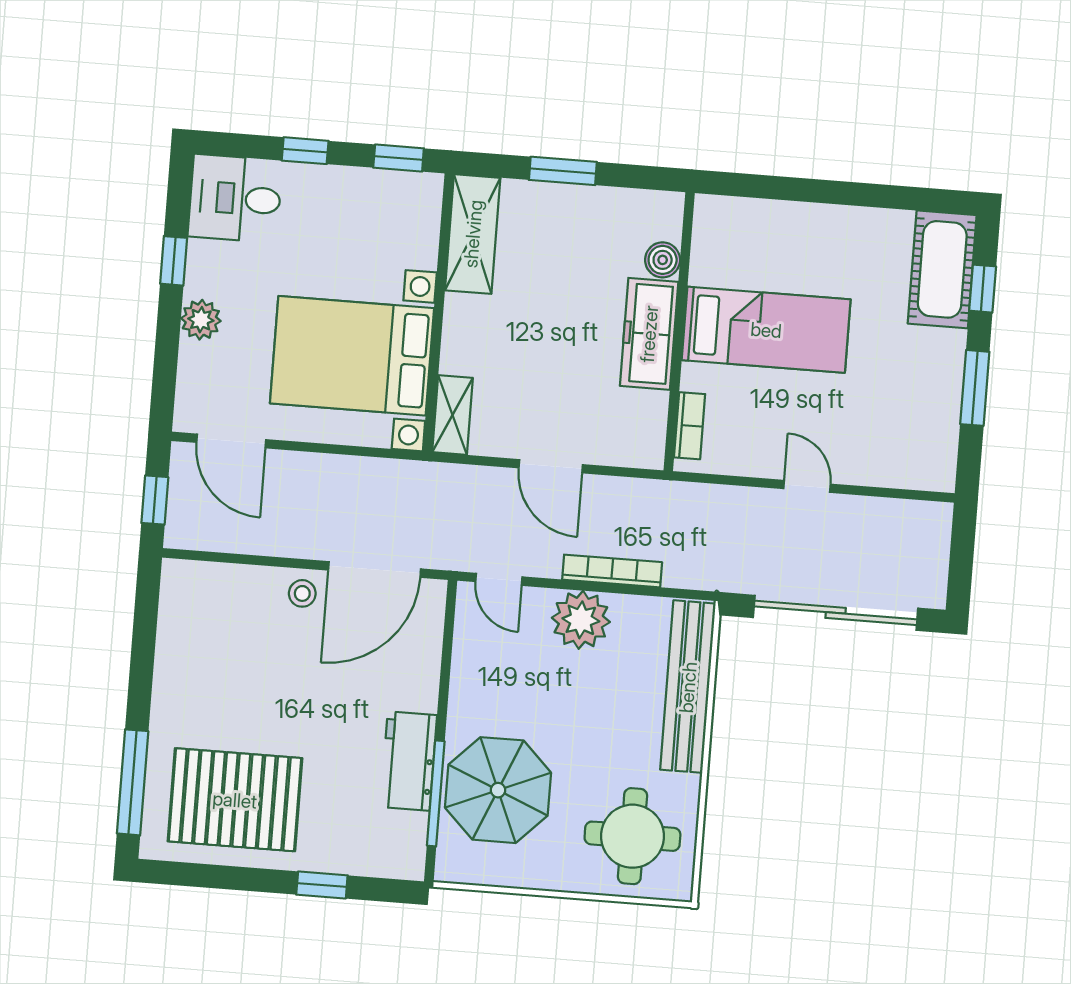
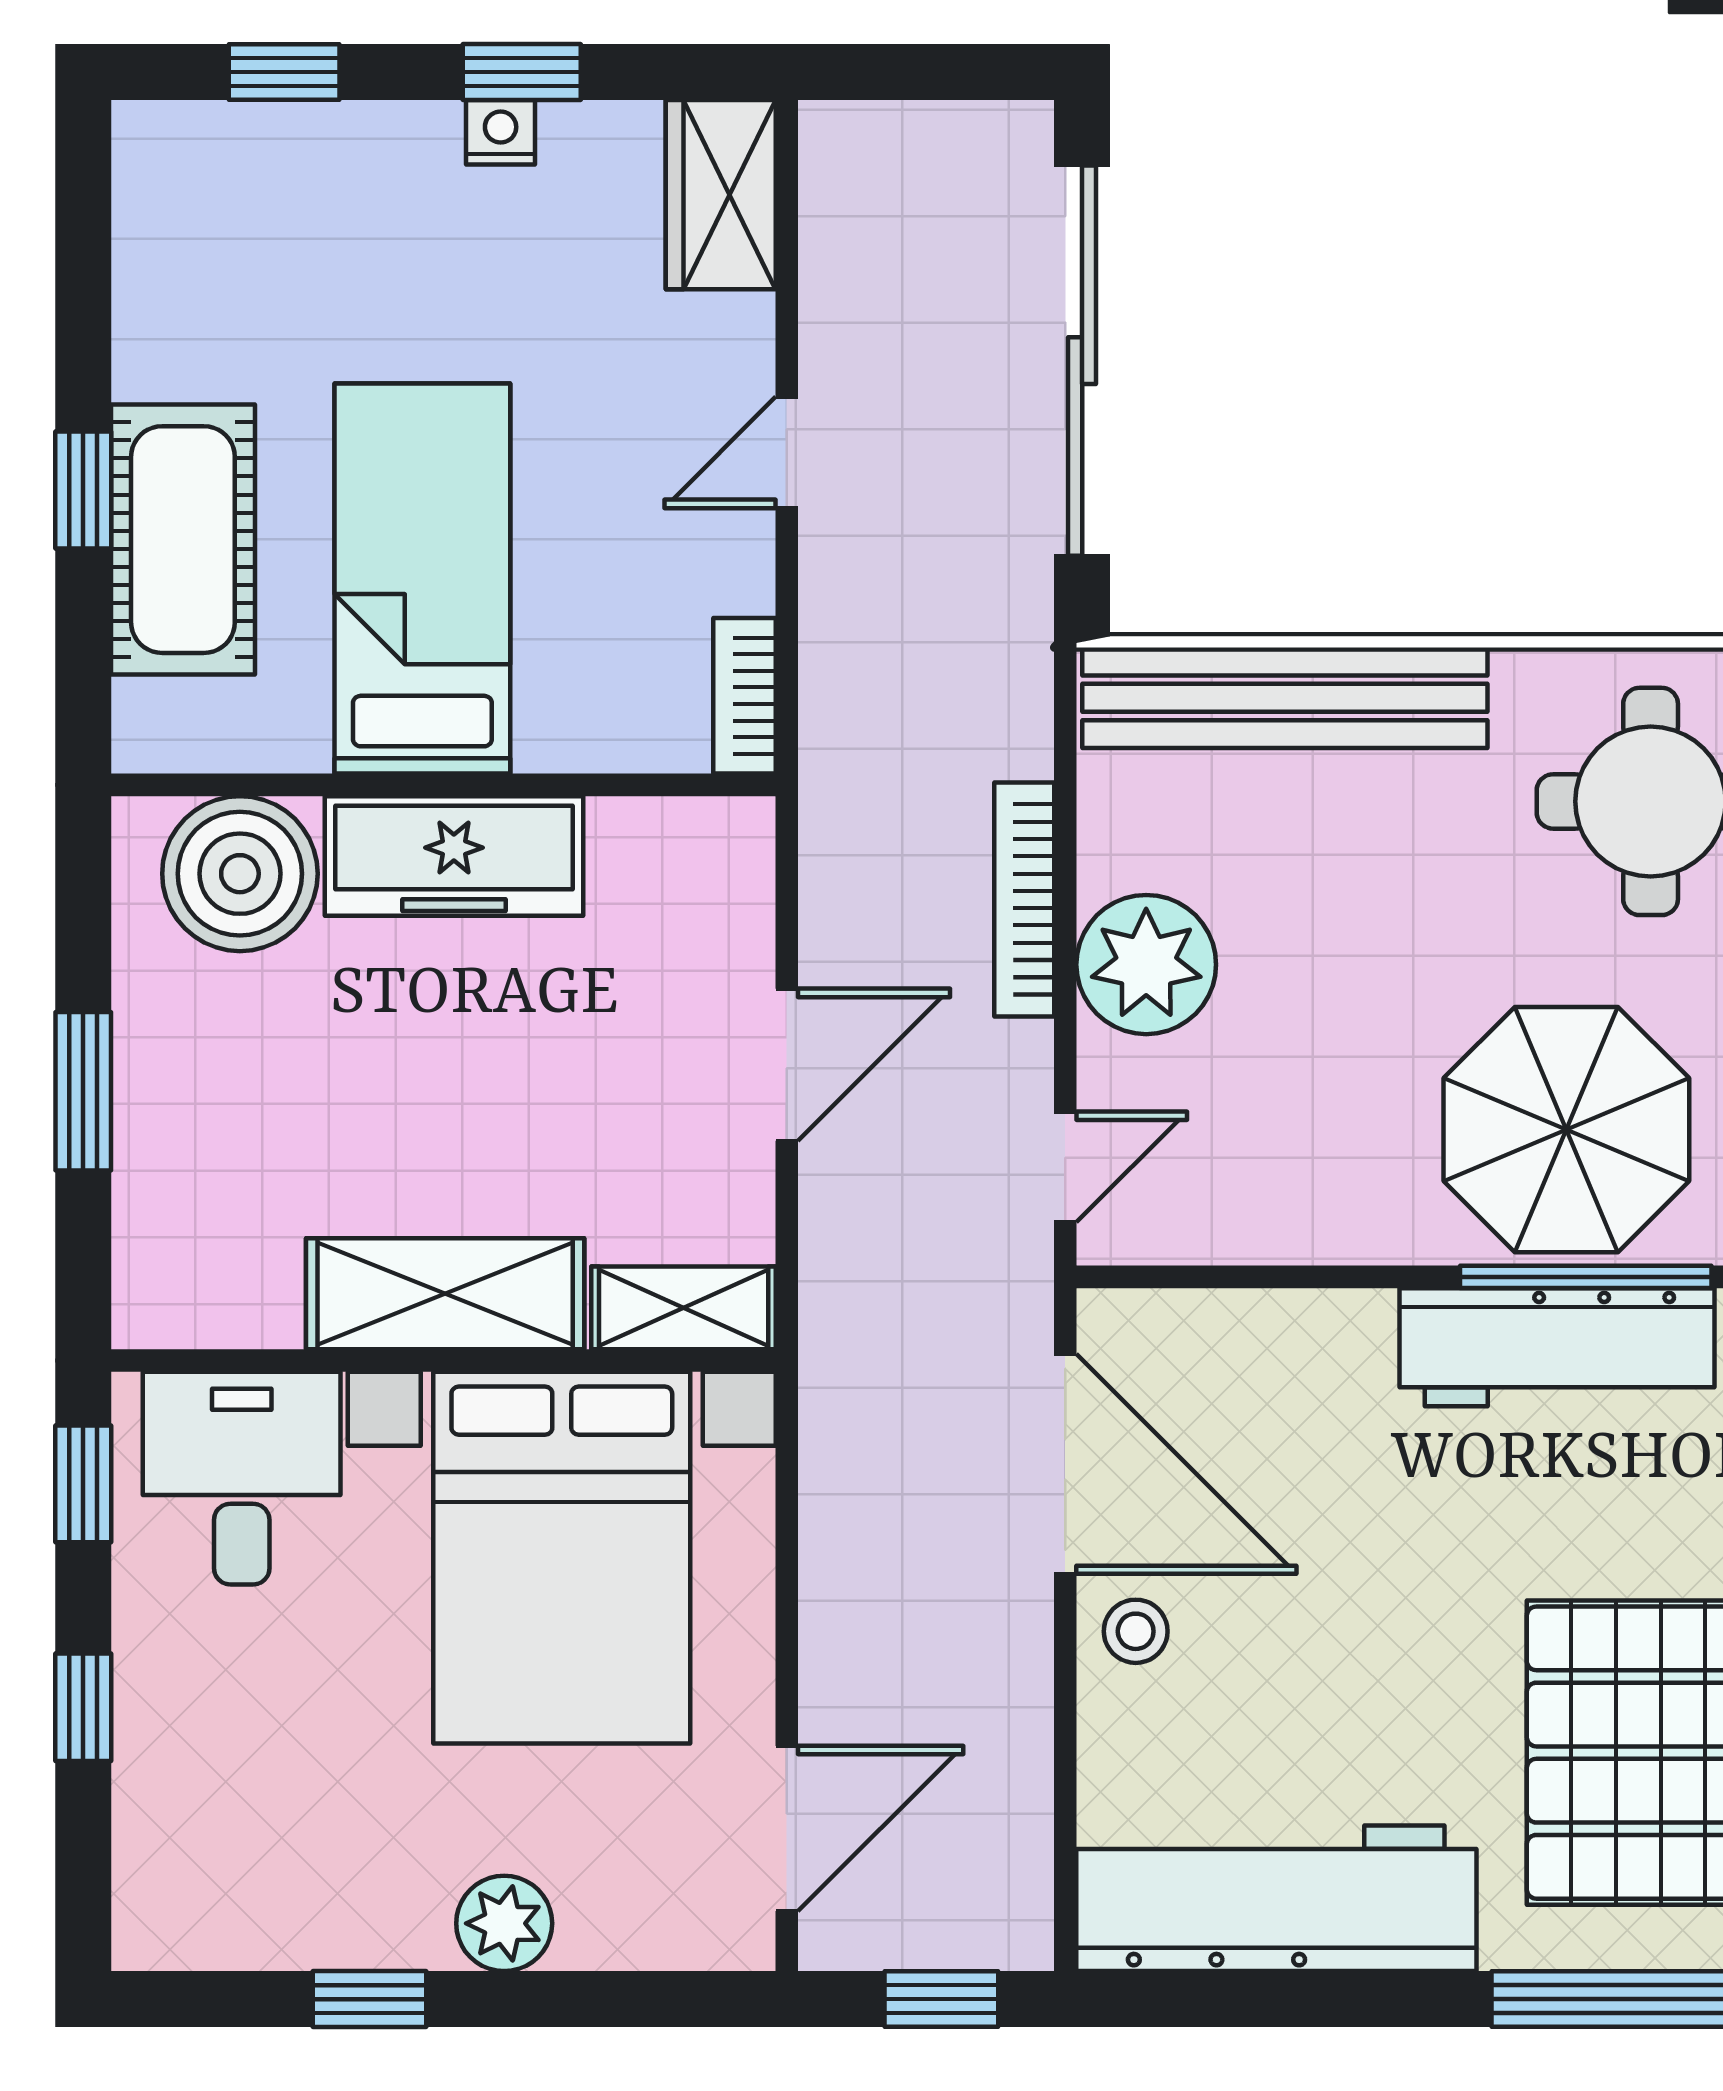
window: (814, 191) -> (83, 490), added
desk: (235, 198) -> (242, 1478), moved, turned 180
shelving: (473, 234) -> (445, 1294), moved
boiler: (663, 260) -> (240, 874), width x1.86, depth x1.86
cot: (942, 269) -> (183, 540), moved, turned 90
nightstand: (950, 377) -> (501, 132), added
window: (975, 388) -> (522, 72), width x0.67
bookcase: (690, 426) -> (745, 696), moved, turned -90
wardrobe: (917, 467) -> (721, 195), added
workbench: (186, 644) -> (1276, 1898), added
workbench: (409, 761) -> (1557, 1347), width x1.38

